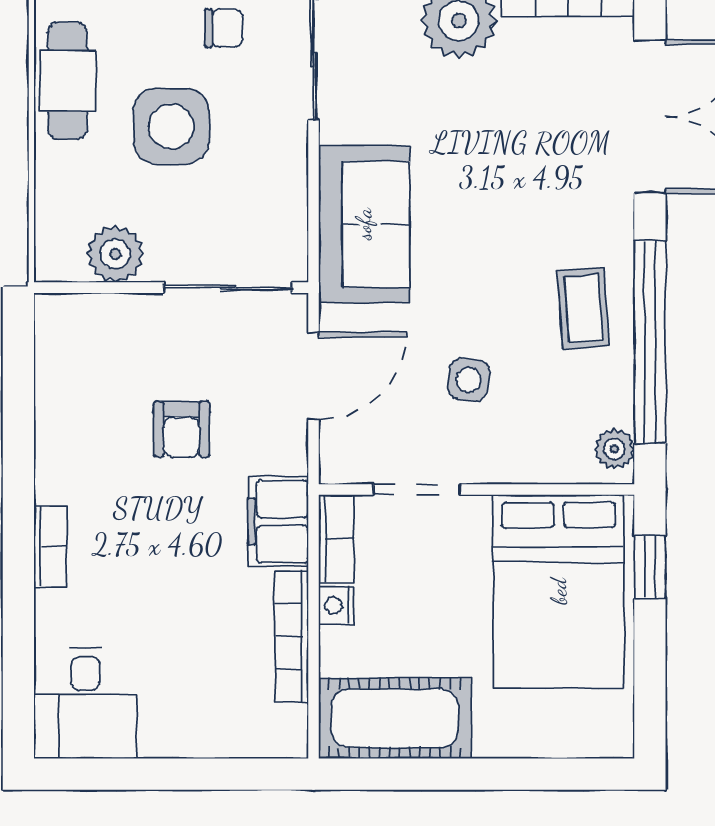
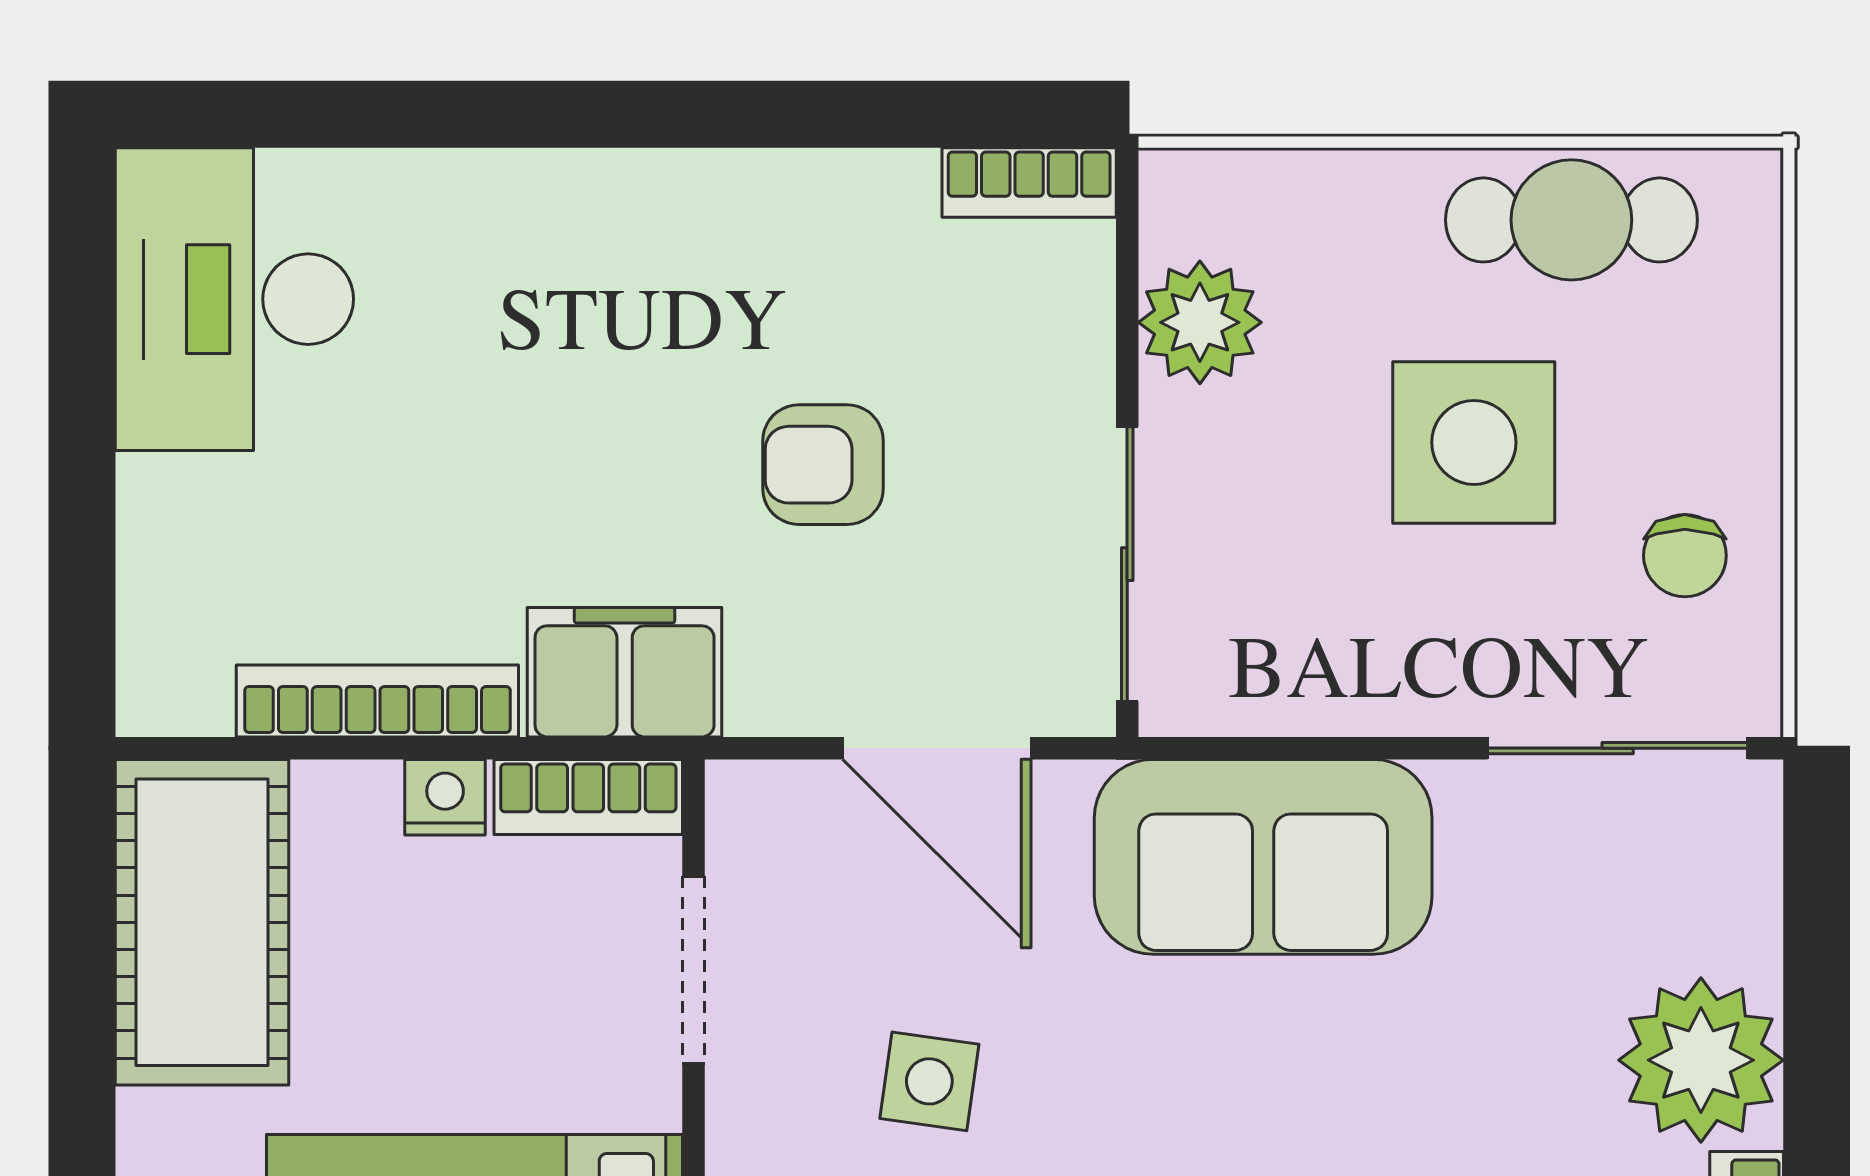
bookcase: (50, 546) -> (1029, 182), moved
desk: (85, 703) -> (234, 299), width x1.37

